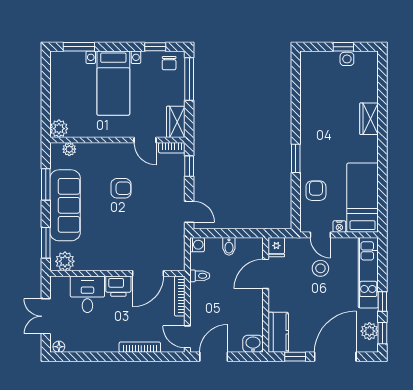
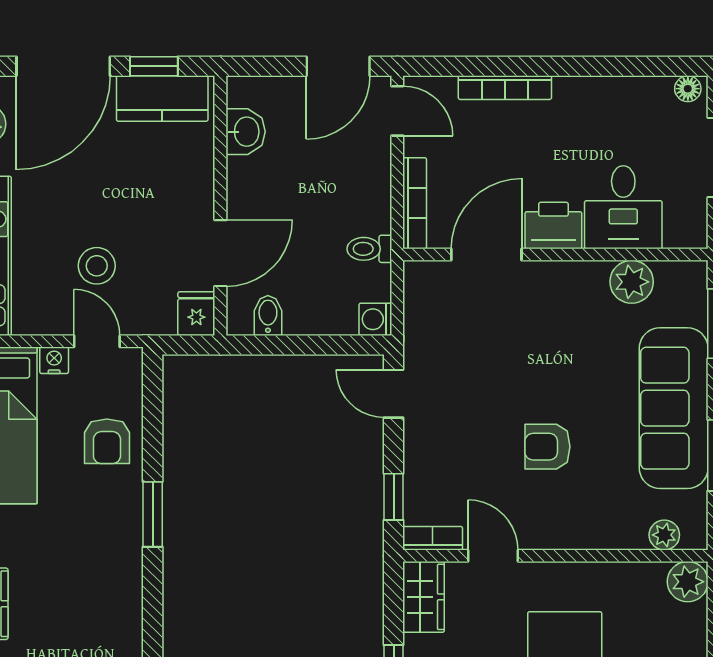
bidet: (229, 246) -> (268, 315), moved
plant: (65, 261) -> (632, 282), moved
kitchen counter: (278, 332) -> (162, 99), moved, turned -90
washbasin: (253, 344) -> (246, 132), moved, turned -90

